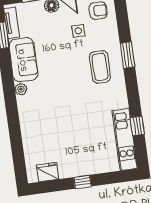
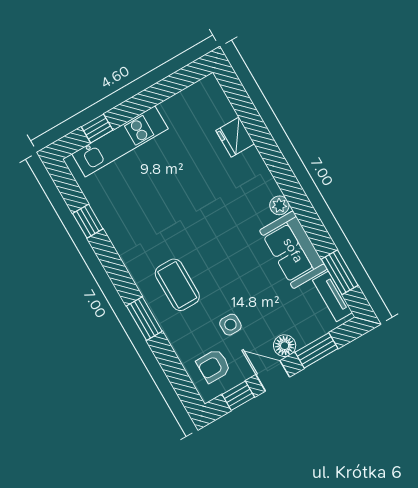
kitchen unit: (125, 139) -> (120, 141), moved, turned 90
fridge: (48, 172) -> (235, 137), moved, turned 90
window: (82, 182) -> (97, 128), moved

